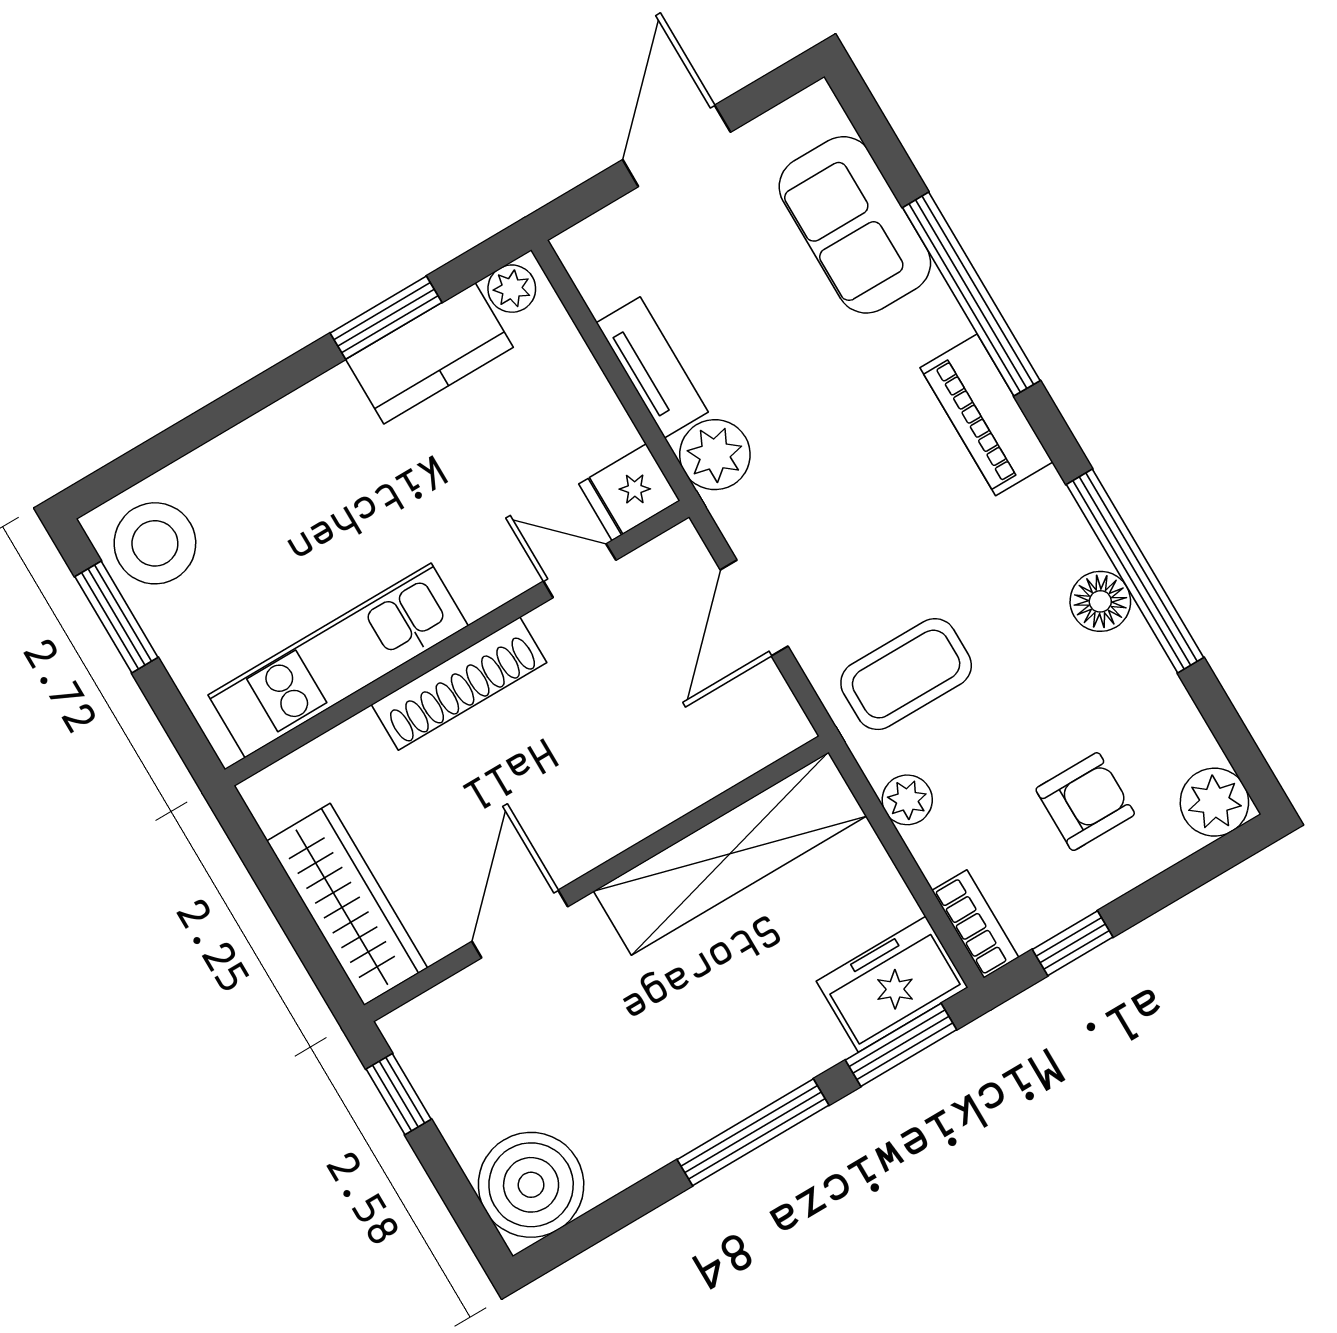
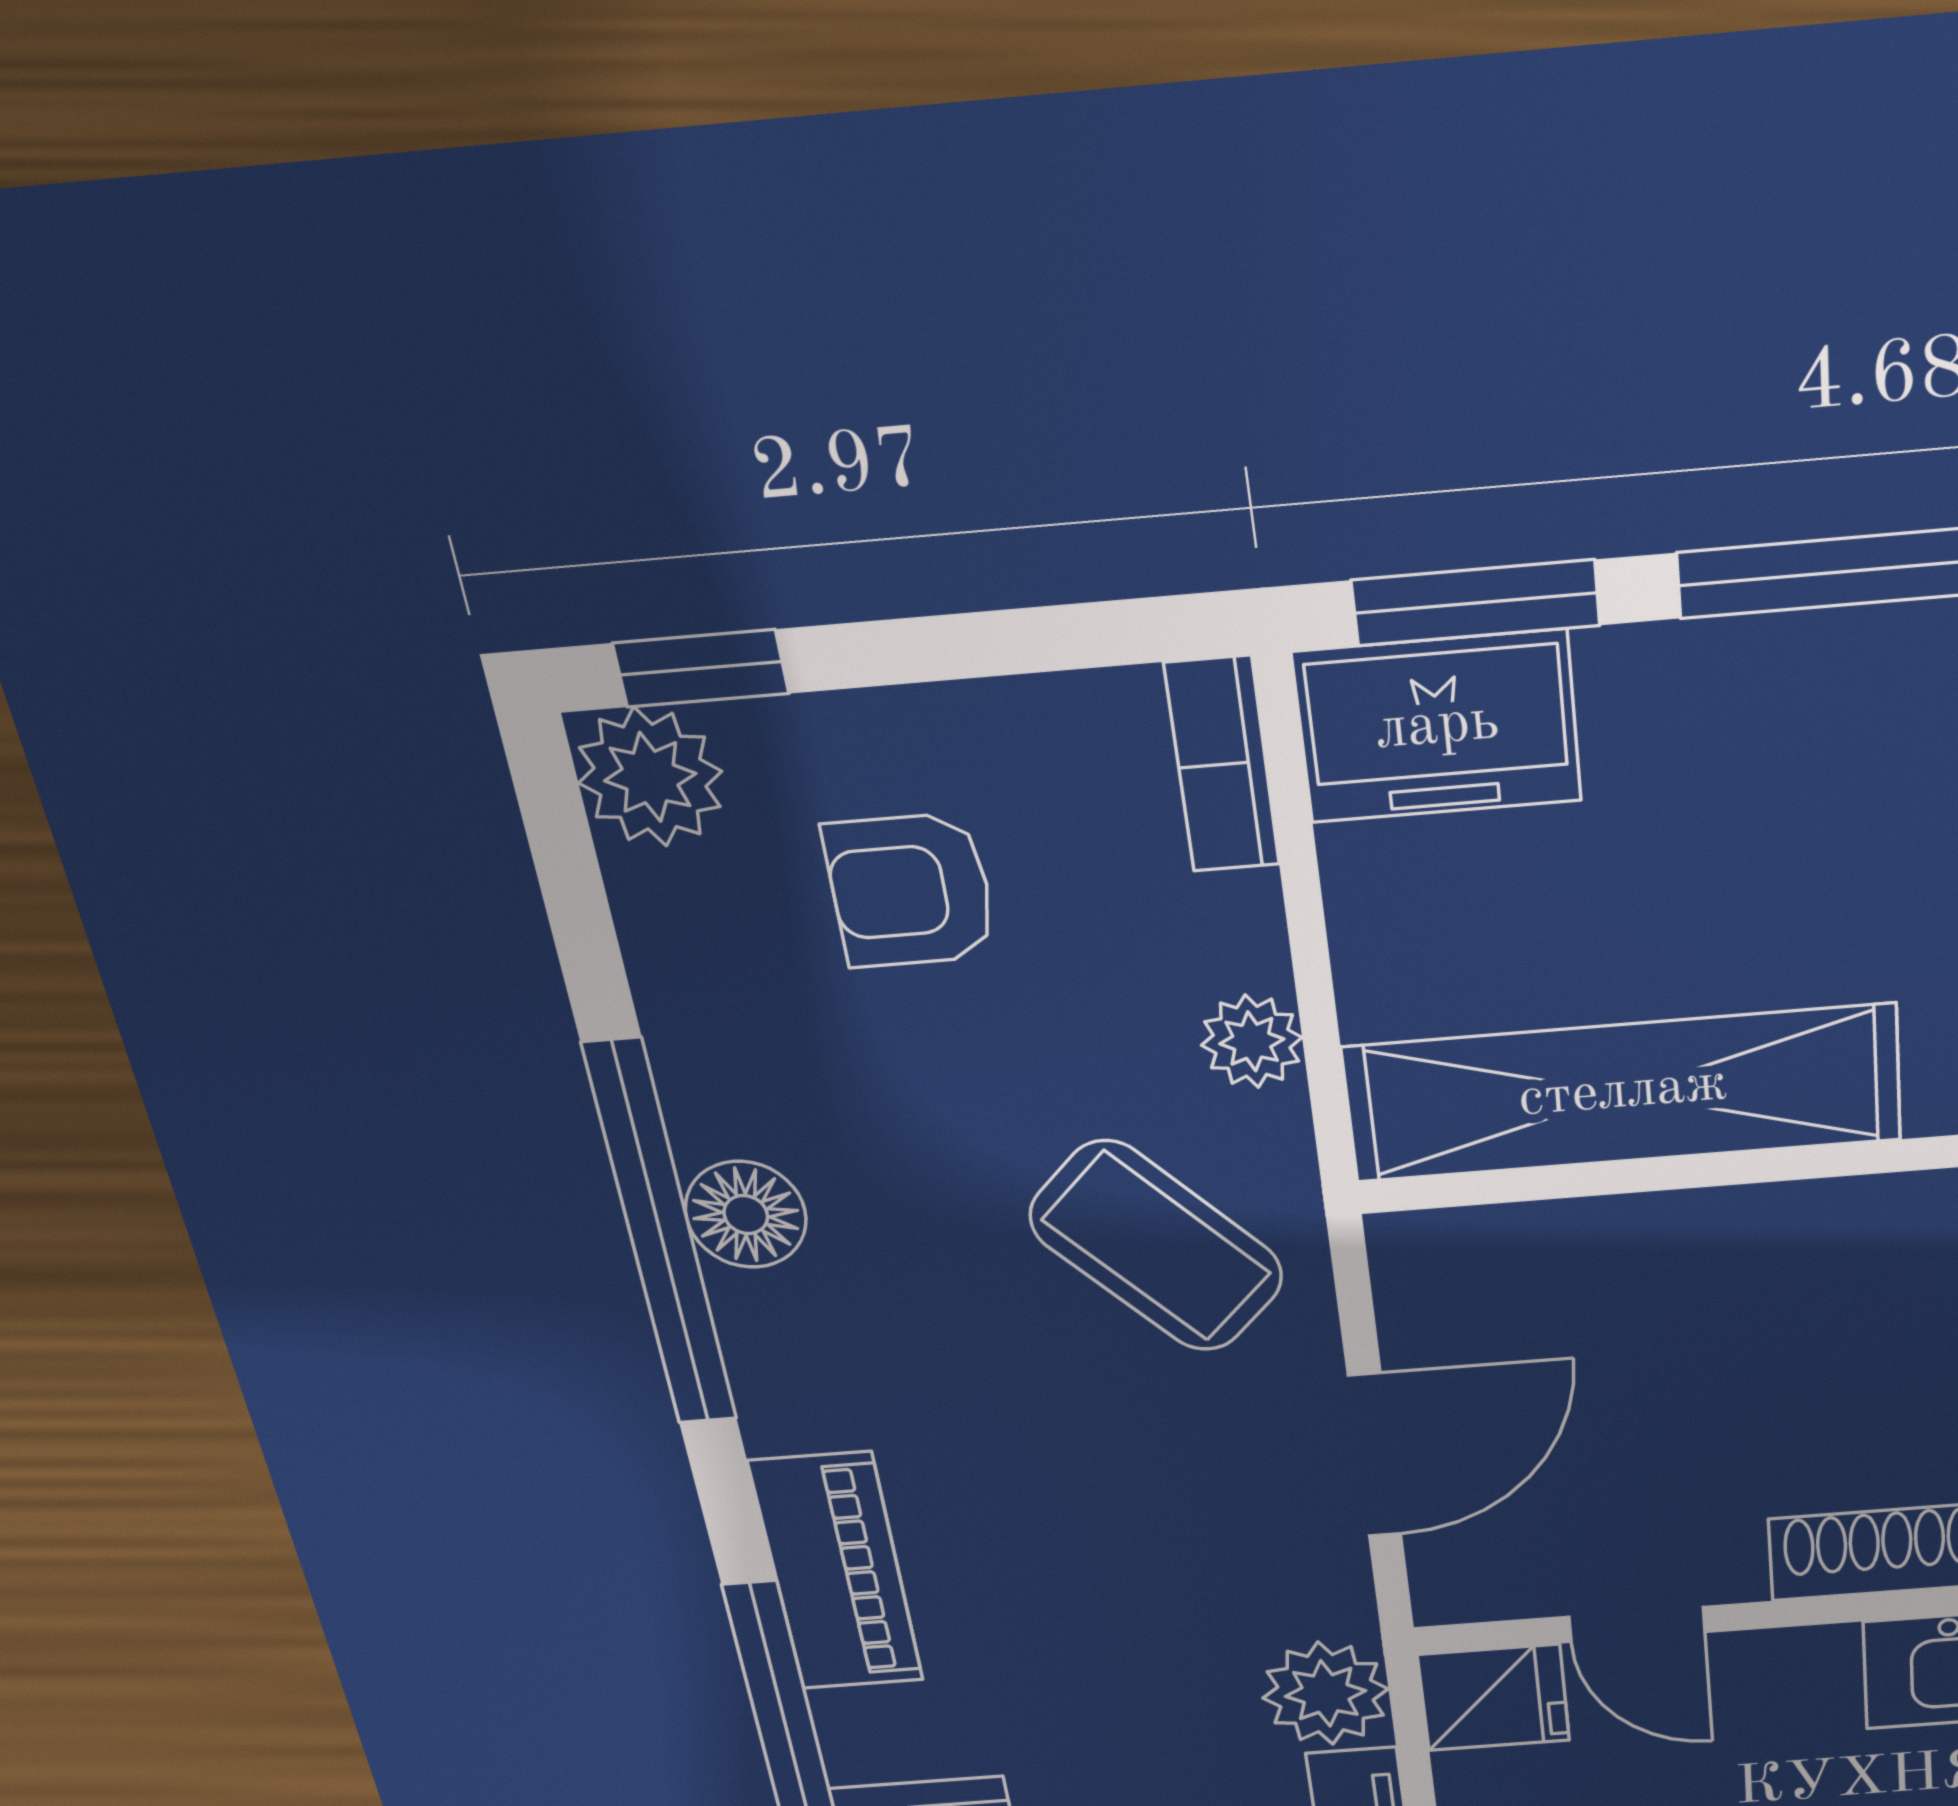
coffee table: (906, 674) -> (1156, 1247), turned 46
window: (1073, 943) -> (701, 668), moved

